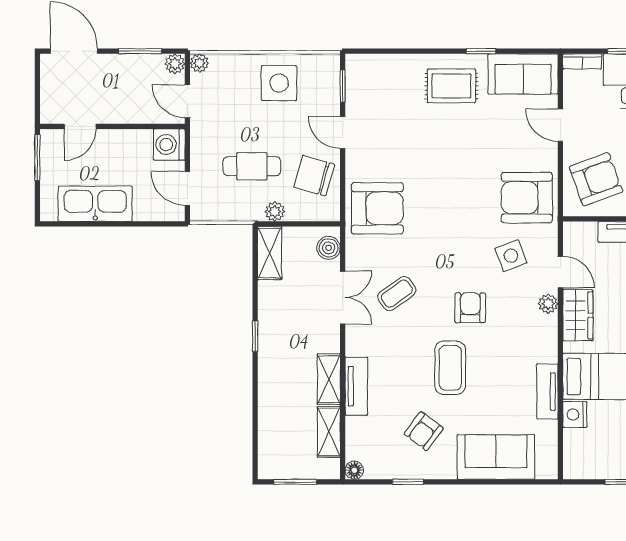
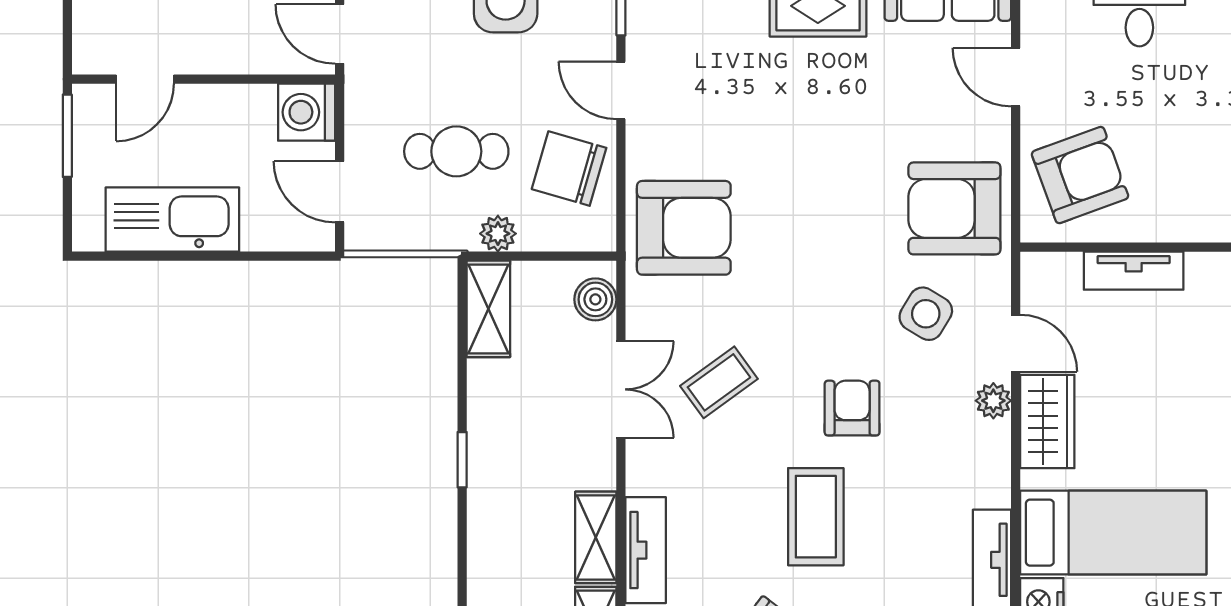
side table: (511, 256) -> (926, 314), turned -38

